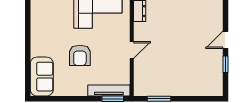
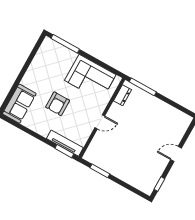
window: (225, 64) -> (159, 184), moved

